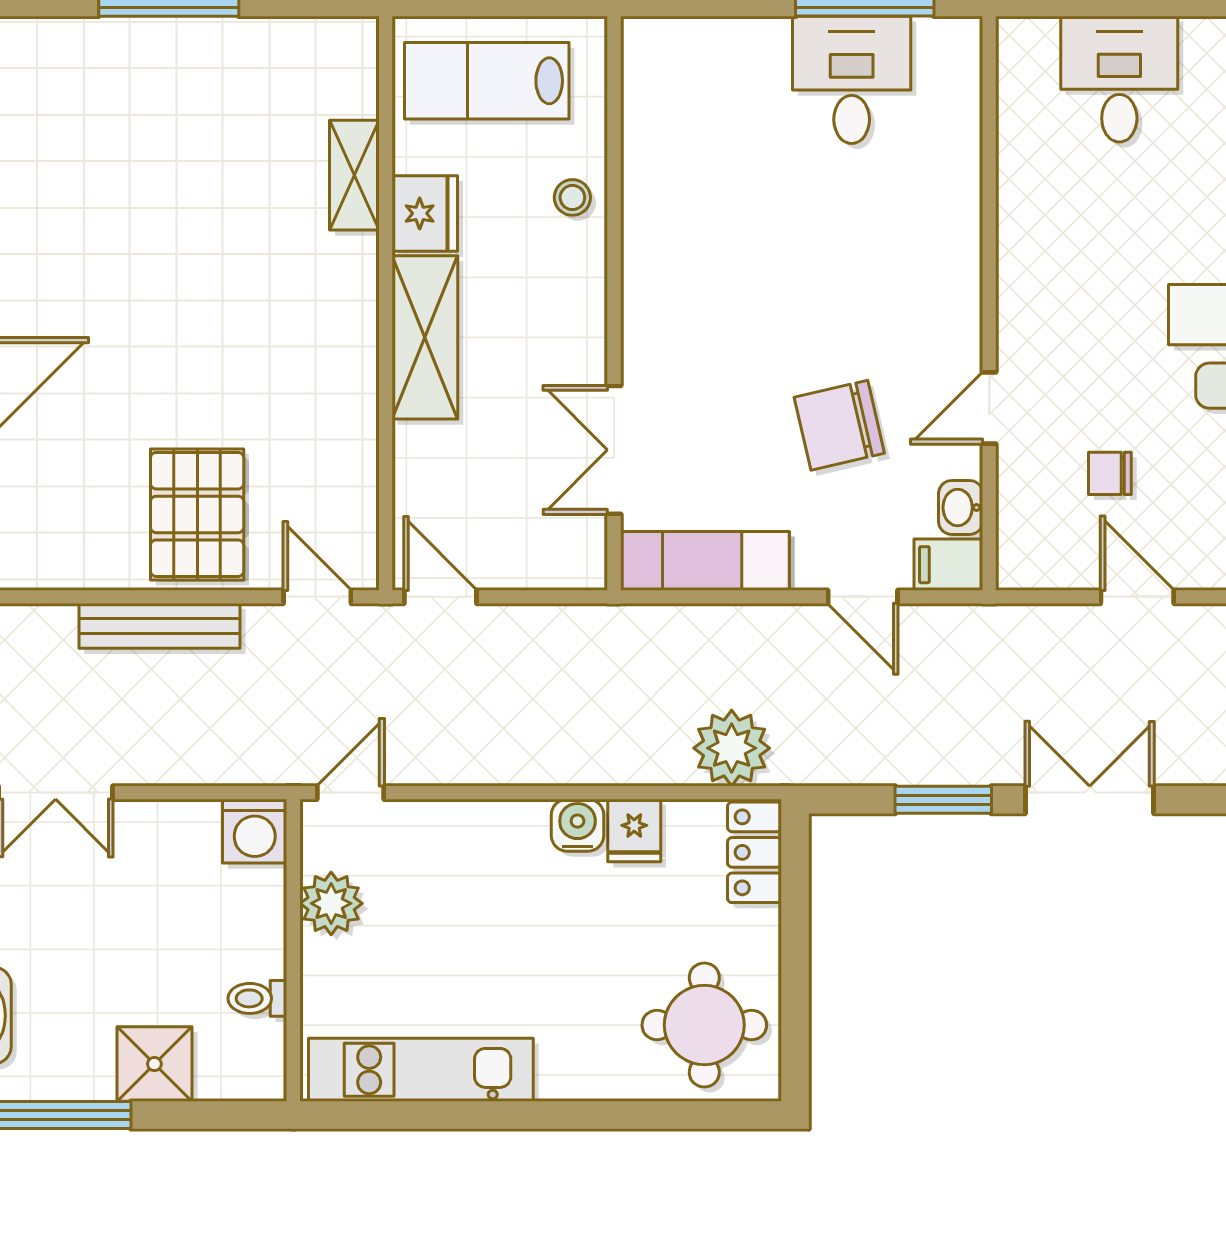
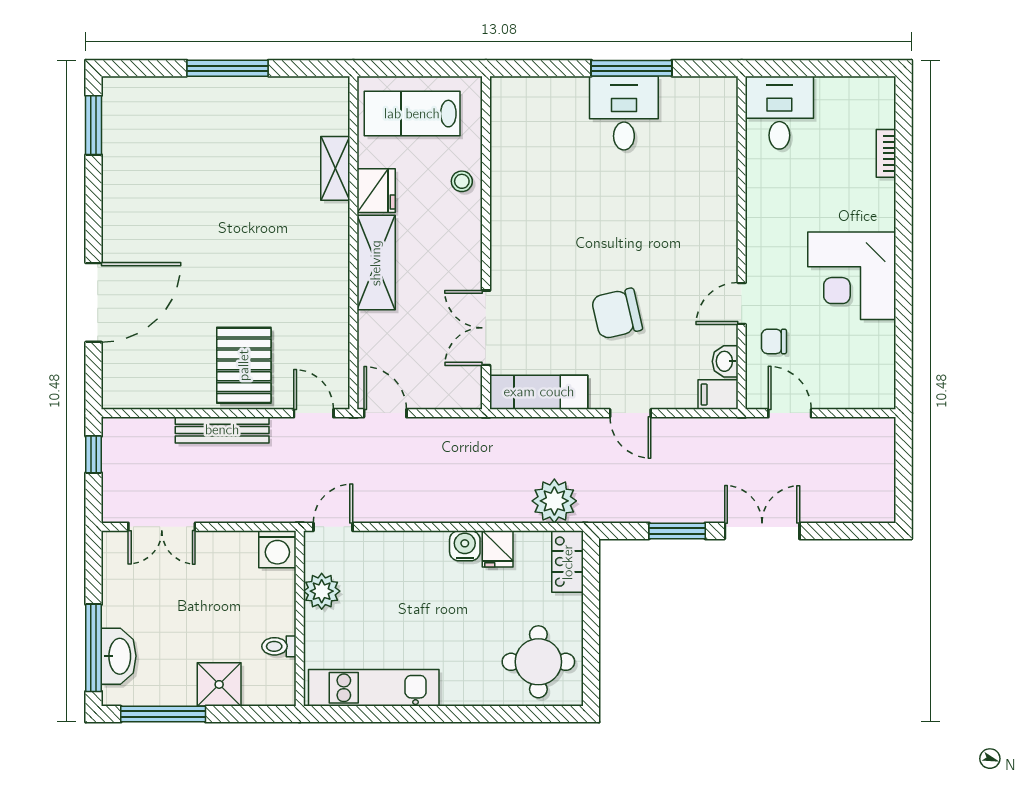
wall: (989, 303) -> (742, 243), moved
door: (989, 408) -> (742, 304), moved
washbasin: (961, 507) -> (725, 361), moved
filing cabinet: (948, 565) -> (718, 395), moved

